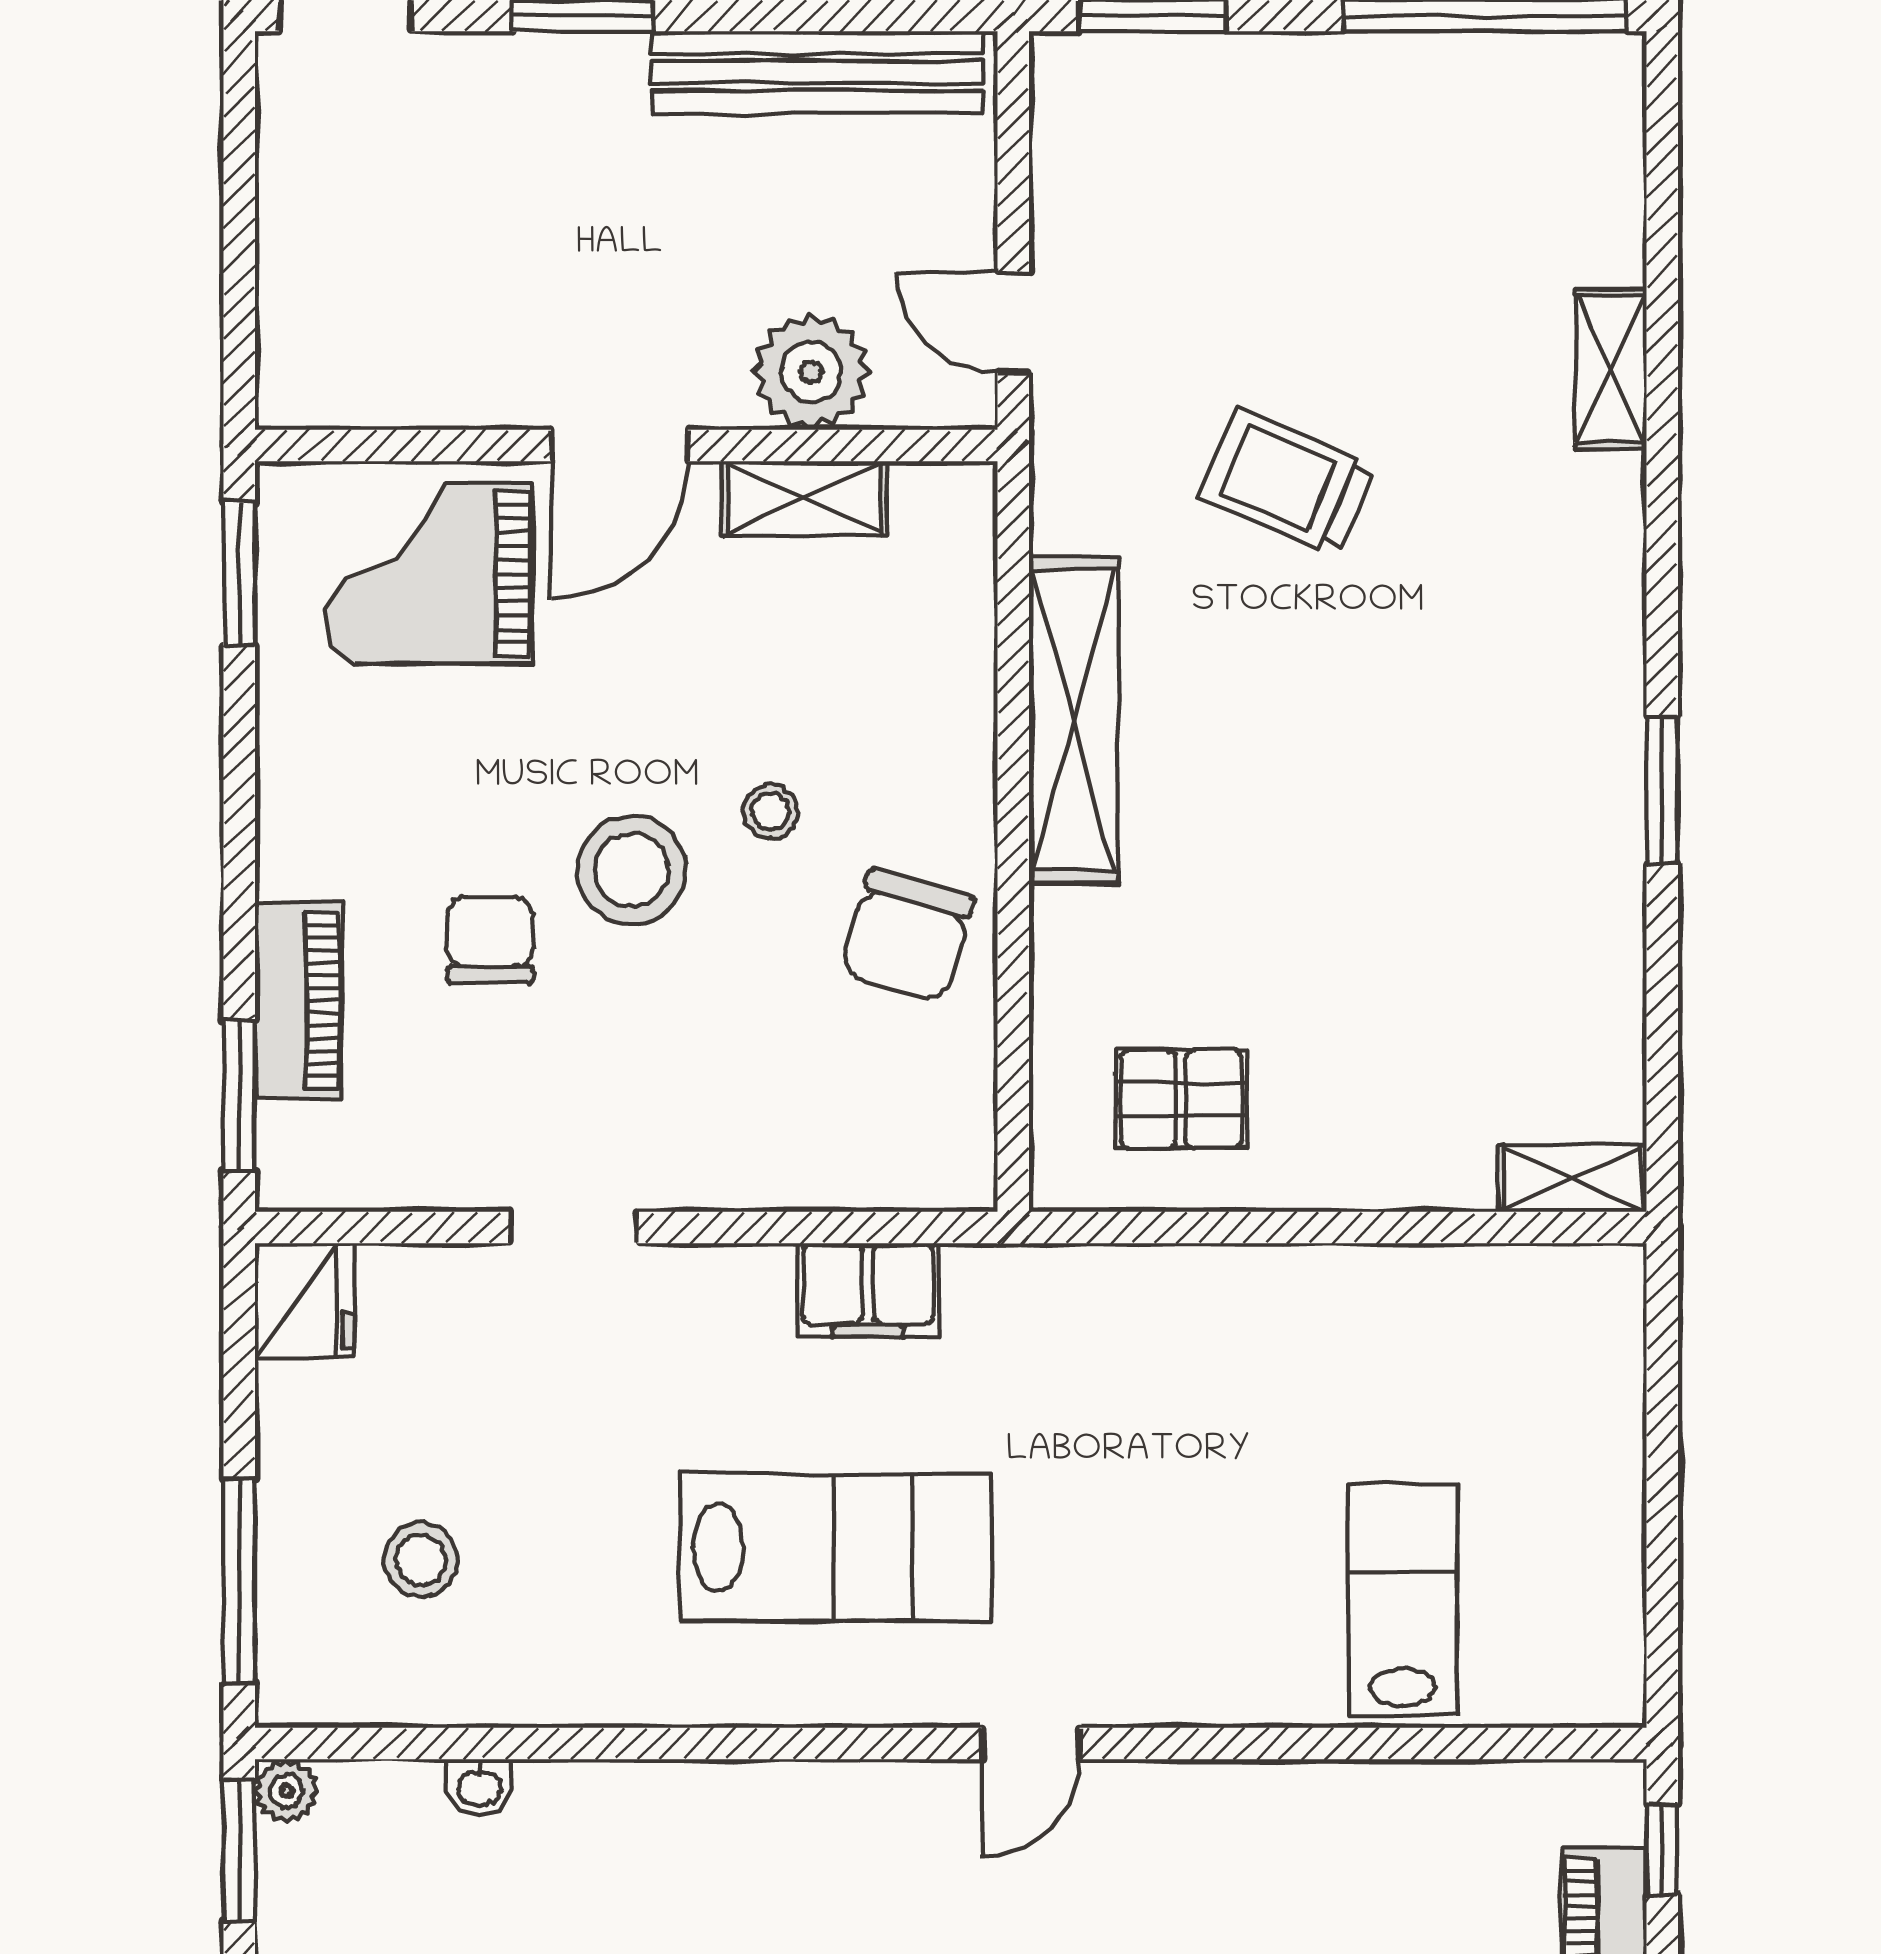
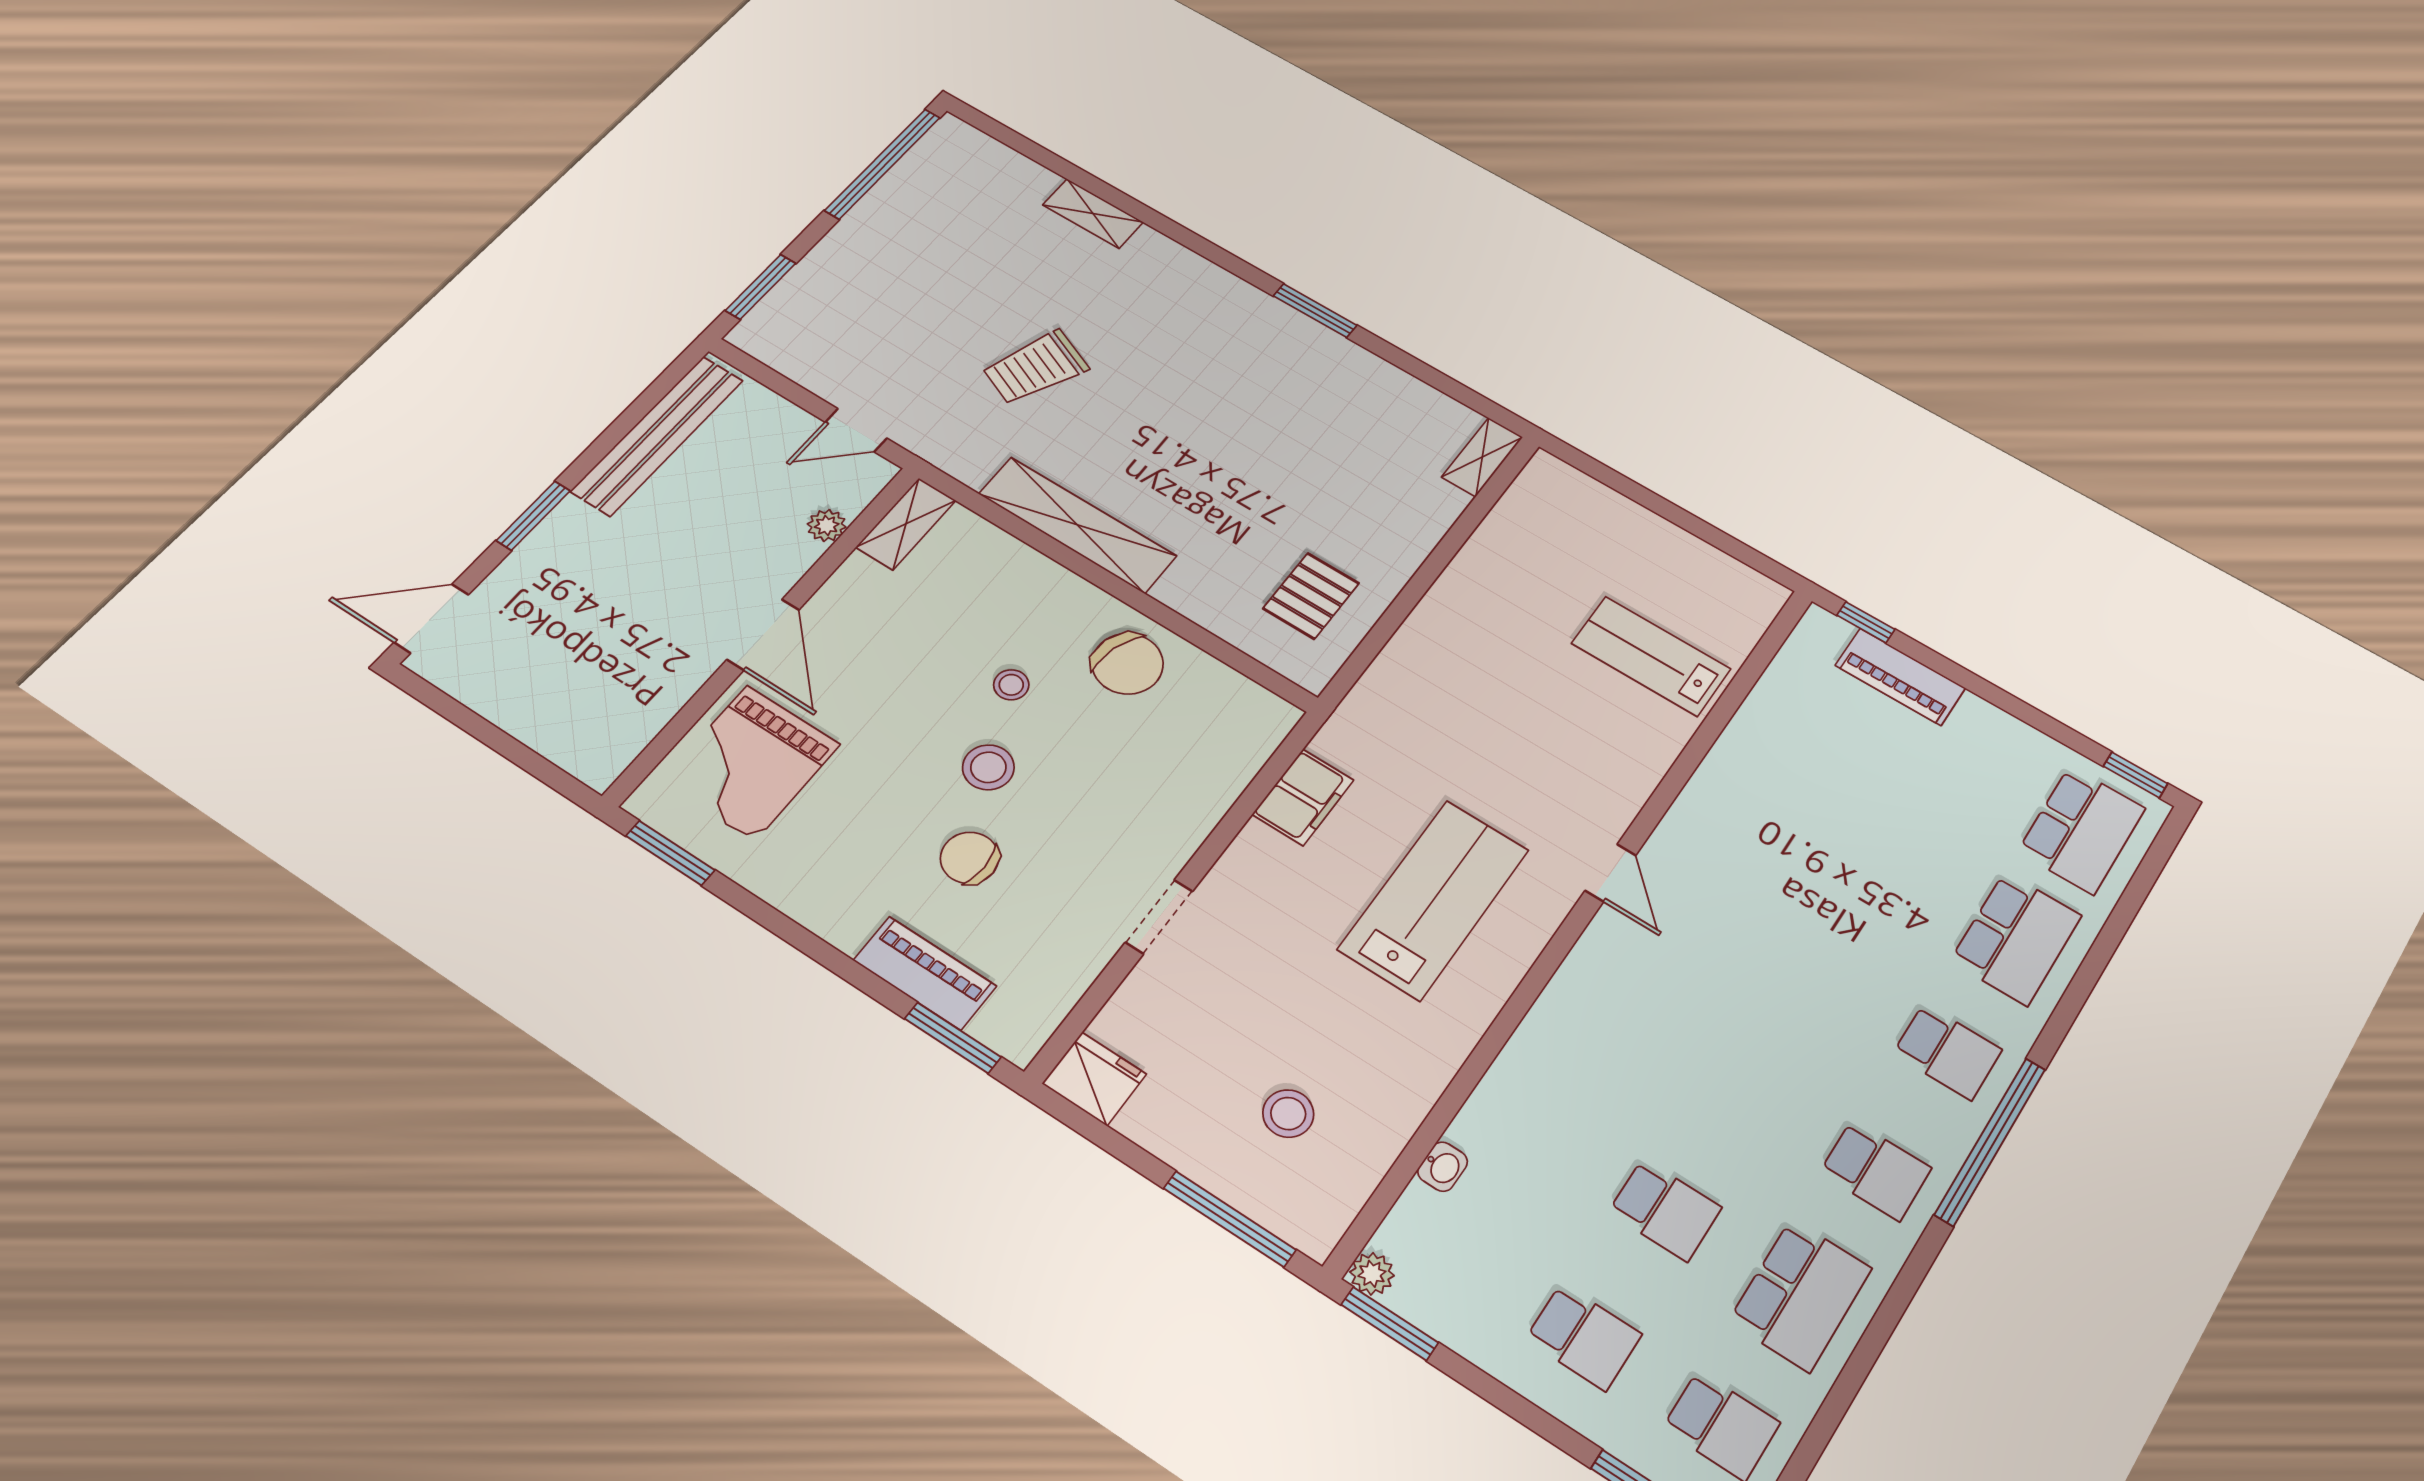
plant: (811, 372) -> (827, 525), width x0.53, depth x0.53
shelving: (804, 499) -> (906, 524), moved
stool: (632, 870) -> (988, 767), width x0.73, depth x0.73

